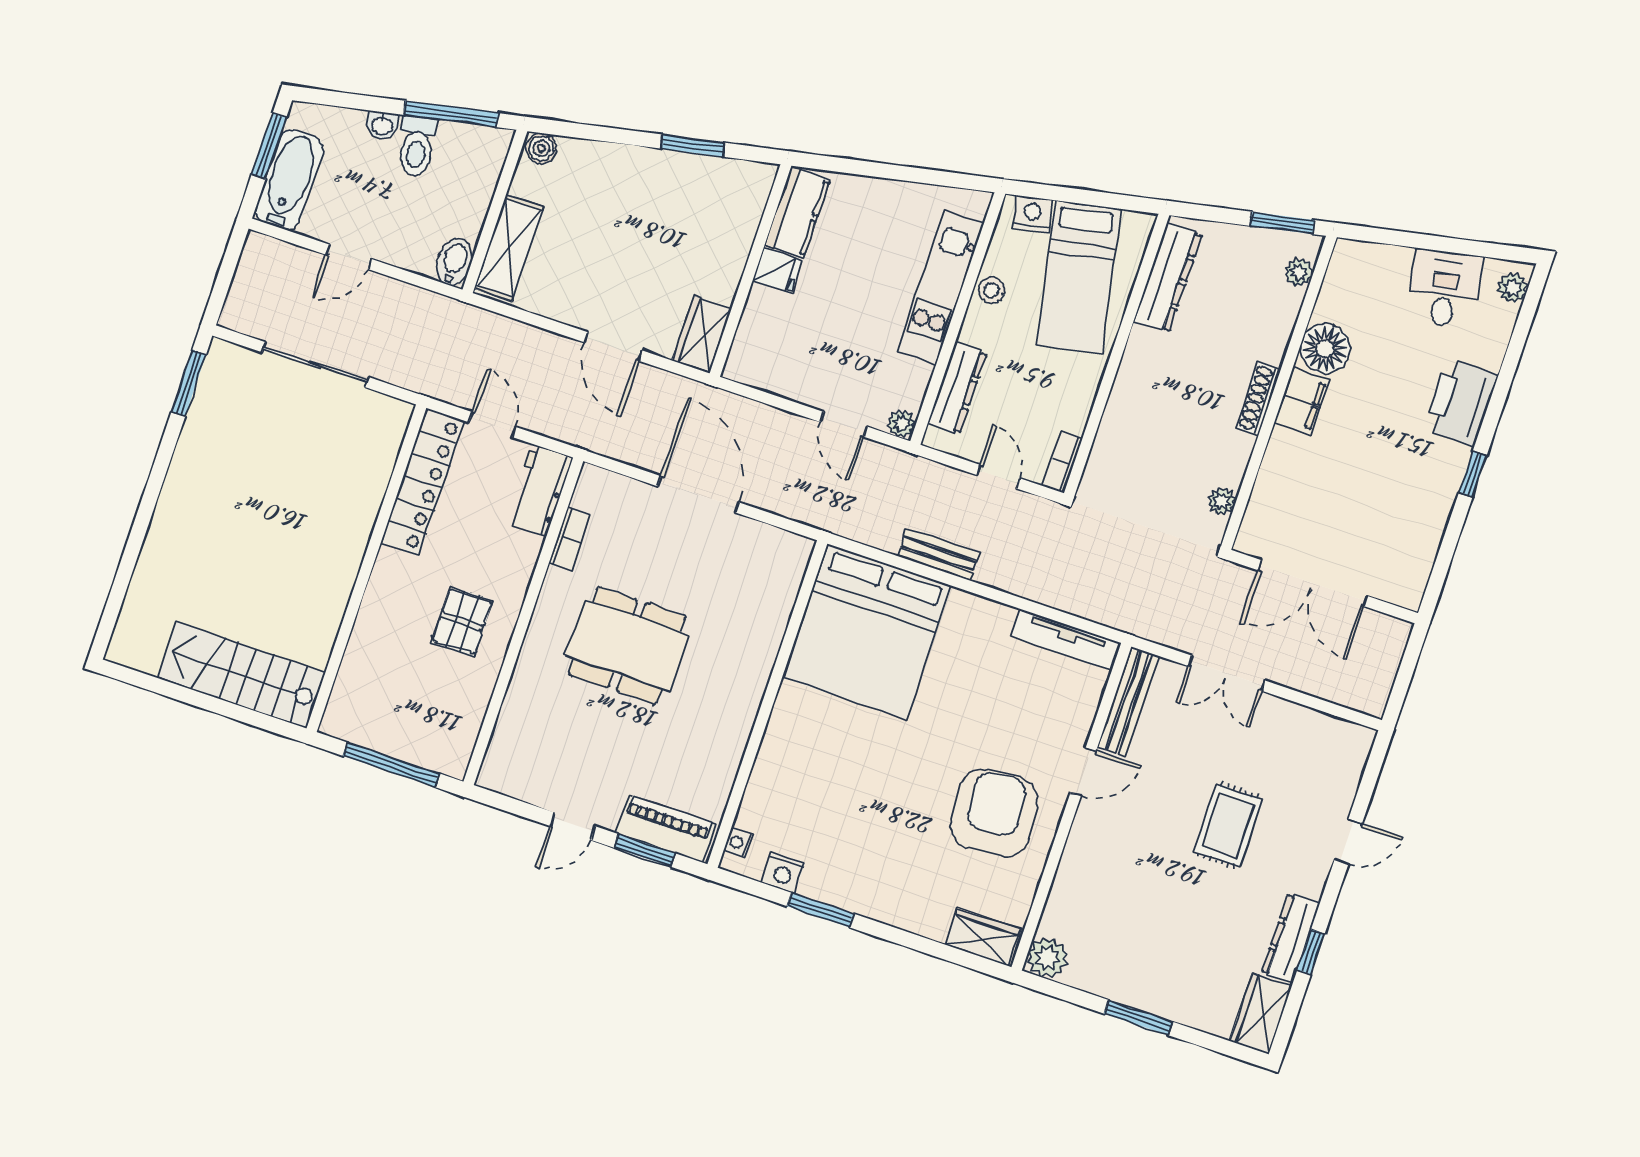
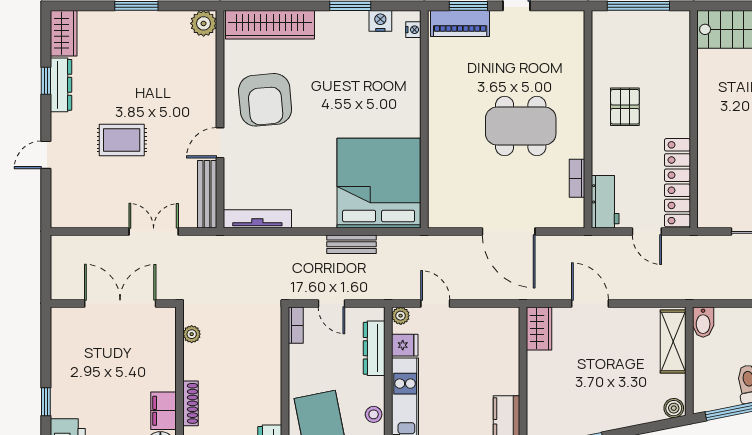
fridge: (778, 270) -> (405, 345), moved, turned 180
rug: (1228, 825) -> (122, 140), turned 90
wardrobe: (983, 937) -> (270, 25), width x2.10, depth x1.17

